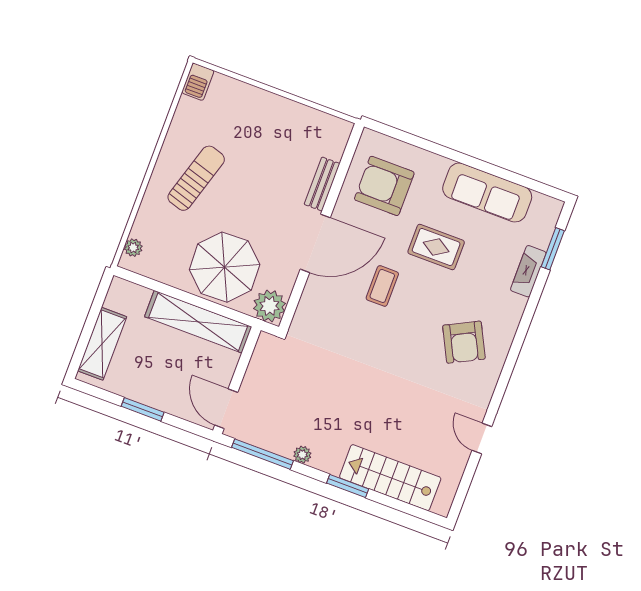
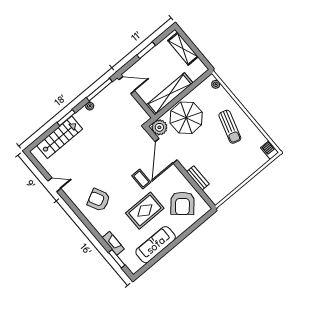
armchair: (384, 186) -> (182, 203), turned 131
door: (315, 243) -> (166, 151), moved
rug: (436, 247) -> (145, 211), width x1.36, depth x1.43

